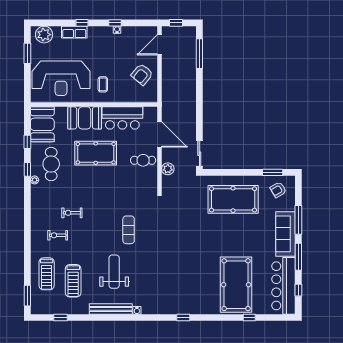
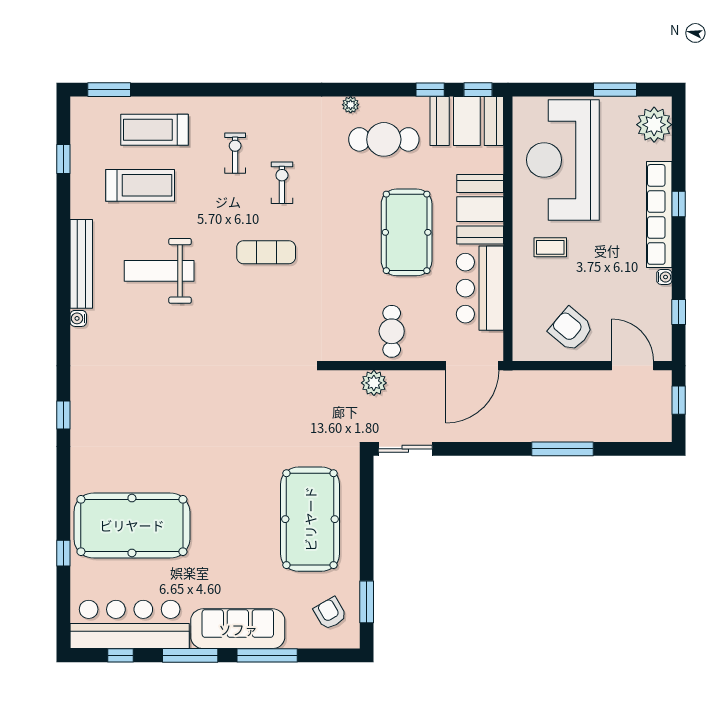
window: (115, 23) -> (679, 312), moved
row of seats: (74, 32) -> (659, 214), width x2.02
window: (199, 54) -> (562, 449), moved
door: (160, 134) -> (472, 366), moved
window: (27, 169) -> (478, 90), moved
exercise mat: (129, 230) -> (266, 252), moved
weight bench: (114, 272) -> (159, 271), turned 180
treadmill: (73, 281) -> (140, 185), turned 180

